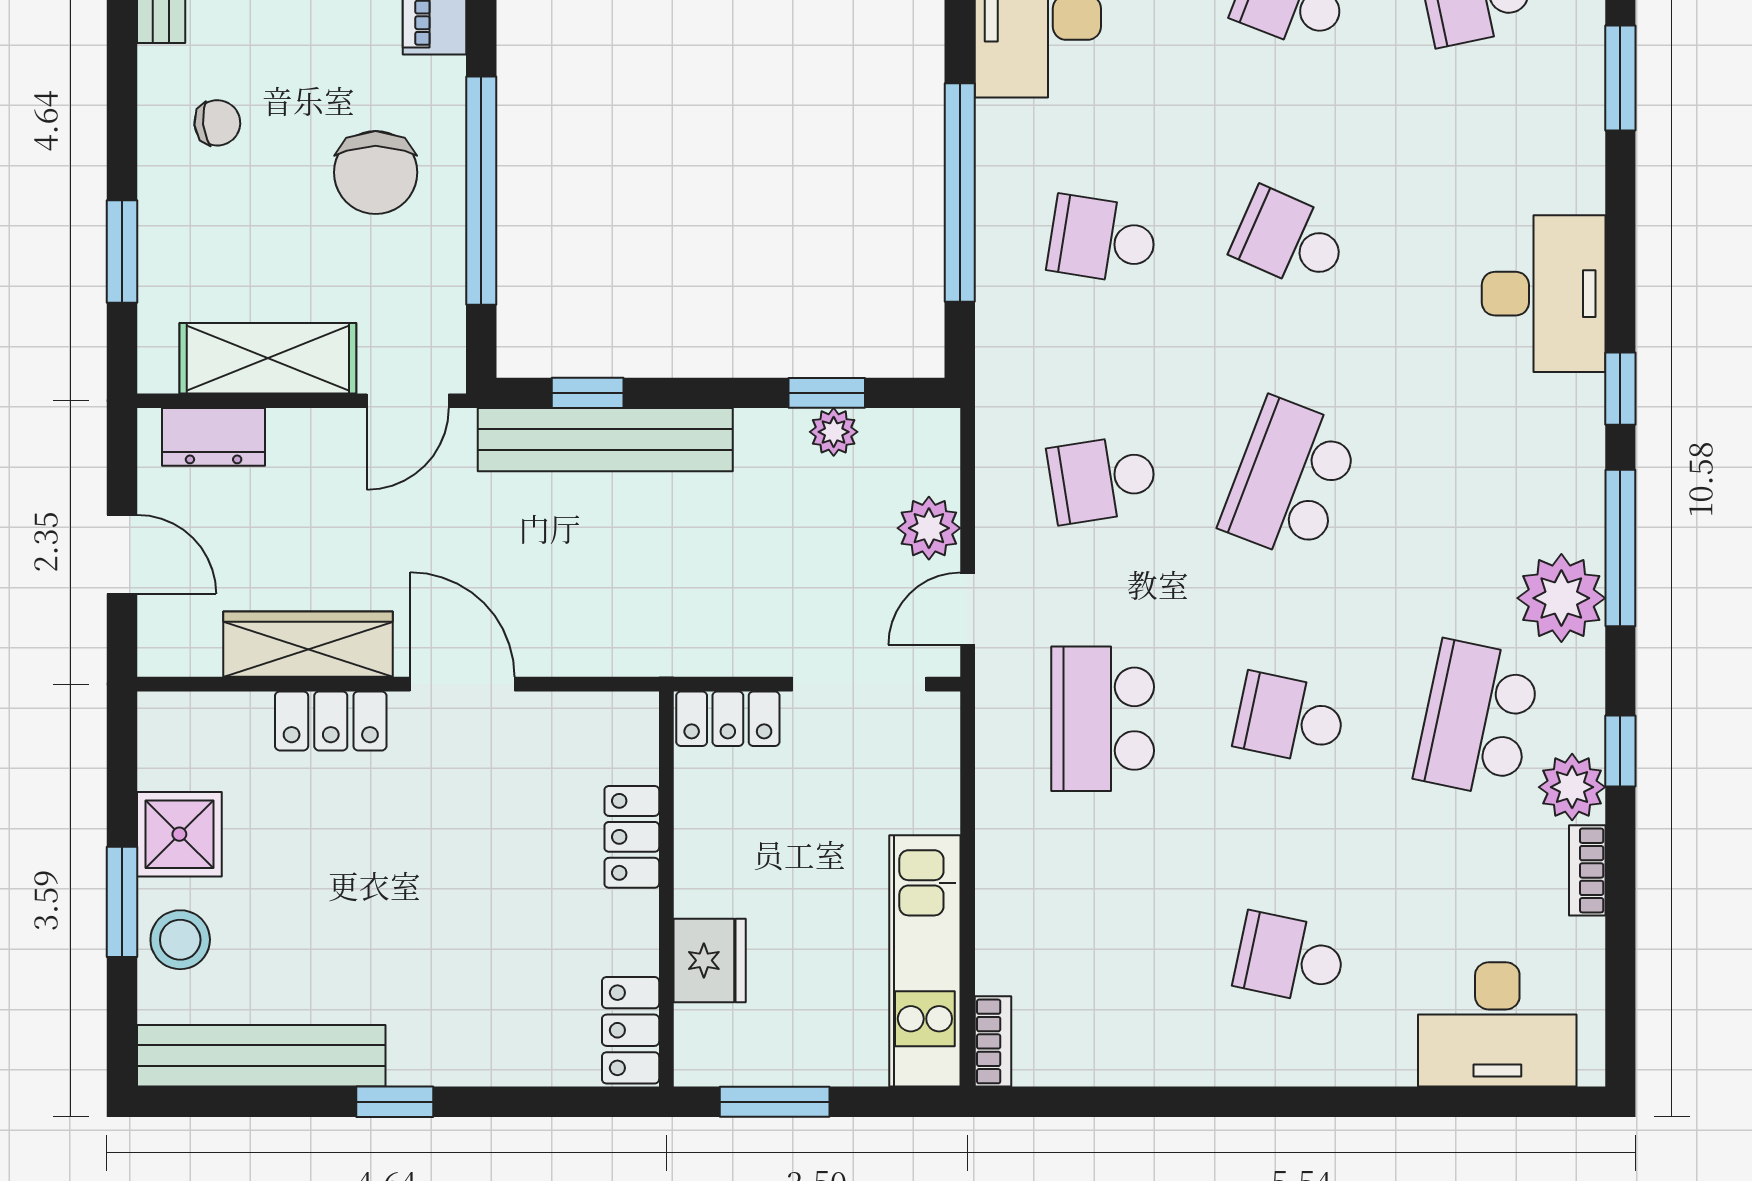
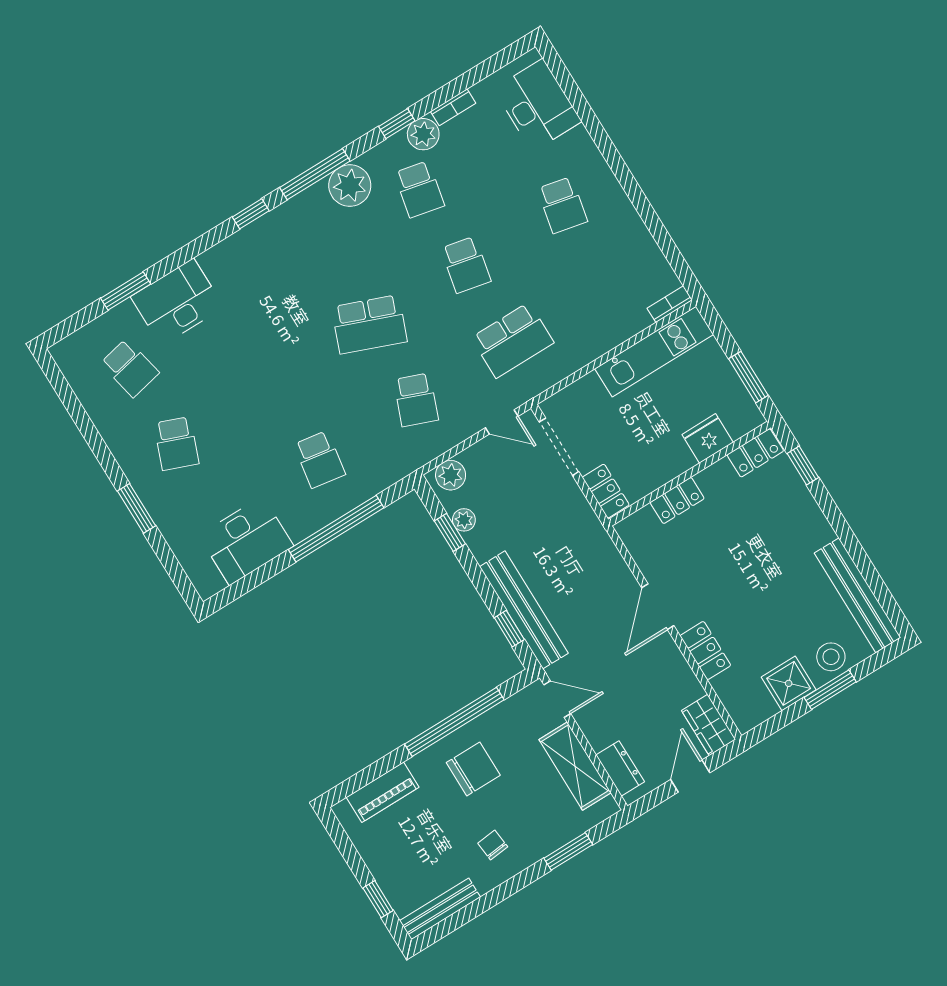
school desk: (1290, 240) -> (273, 384), removed
desk: (1544, 294) -> (177, 302), moved
school desk: (1103, 479) -> (416, 400), turned 30
plant: (929, 528) -> (451, 475), moved
wardrobe: (308, 644) -> (709, 725), moved, width x0.67
school desk: (1478, 719) -> (419, 189), width x0.54
window: (395, 1102) -> (803, 465), moved

